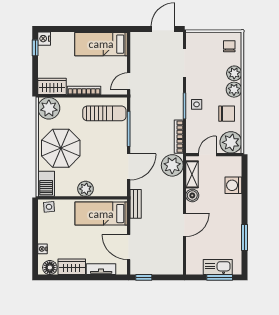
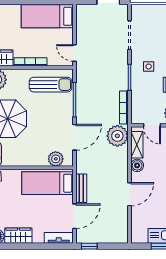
door: (129, 81) -> (74, 53), hinge flipped
side table: (197, 104) -> (149, 66), moved
door: (207, 155) -> (152, 125), swing flipped
plant: (85, 189) -> (56, 159), moved
bench: (136, 204) -> (81, 188), moved
door: (129, 247) -> (74, 216), swing flipped
tv unit: (101, 269) -> (59, 238), moved

